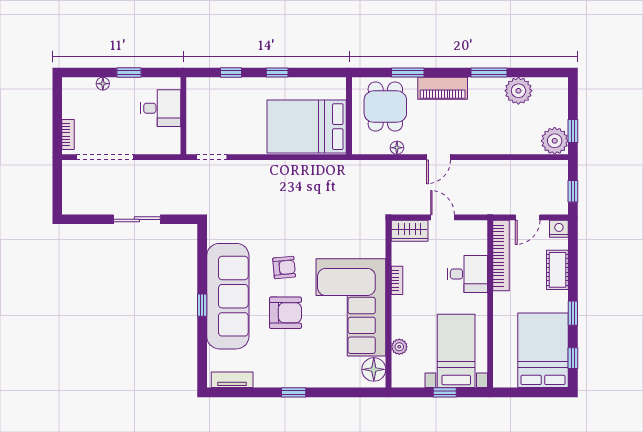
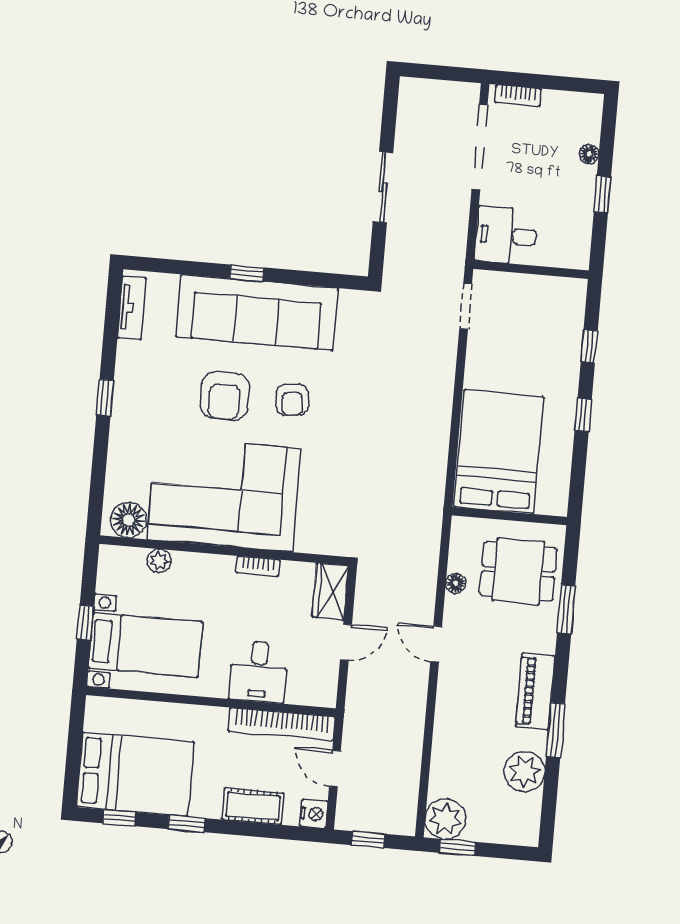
piano: (443, 88) -> (535, 691), moved
desk: (161, 108) -> (506, 236), moved, turned 90

